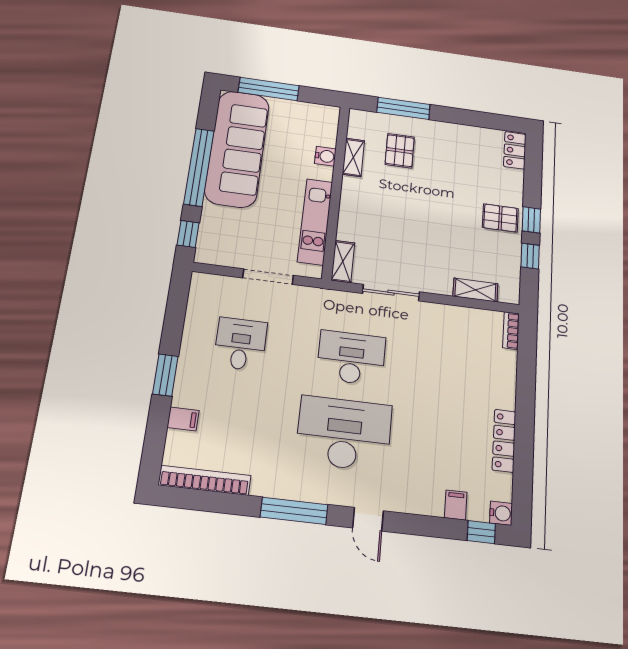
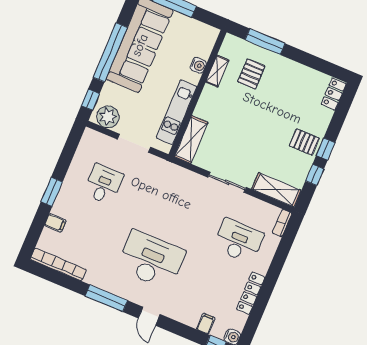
plant: (220, 251) -> (108, 117), added
shelving: (343, 262) -> (191, 140), width x1.50, depth x1.33
shelving: (475, 290) -> (276, 190), width x1.50, depth x1.33
sliding door: (391, 293) -> (227, 182), moved
desk: (351, 358) -> (238, 241), moved

